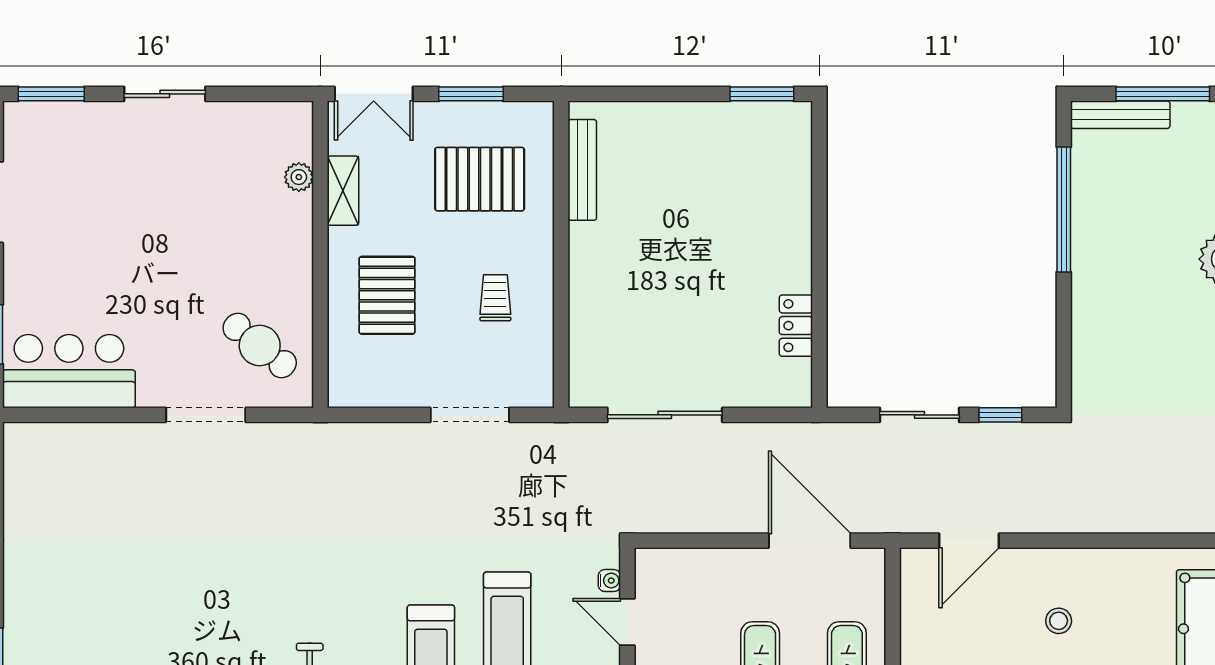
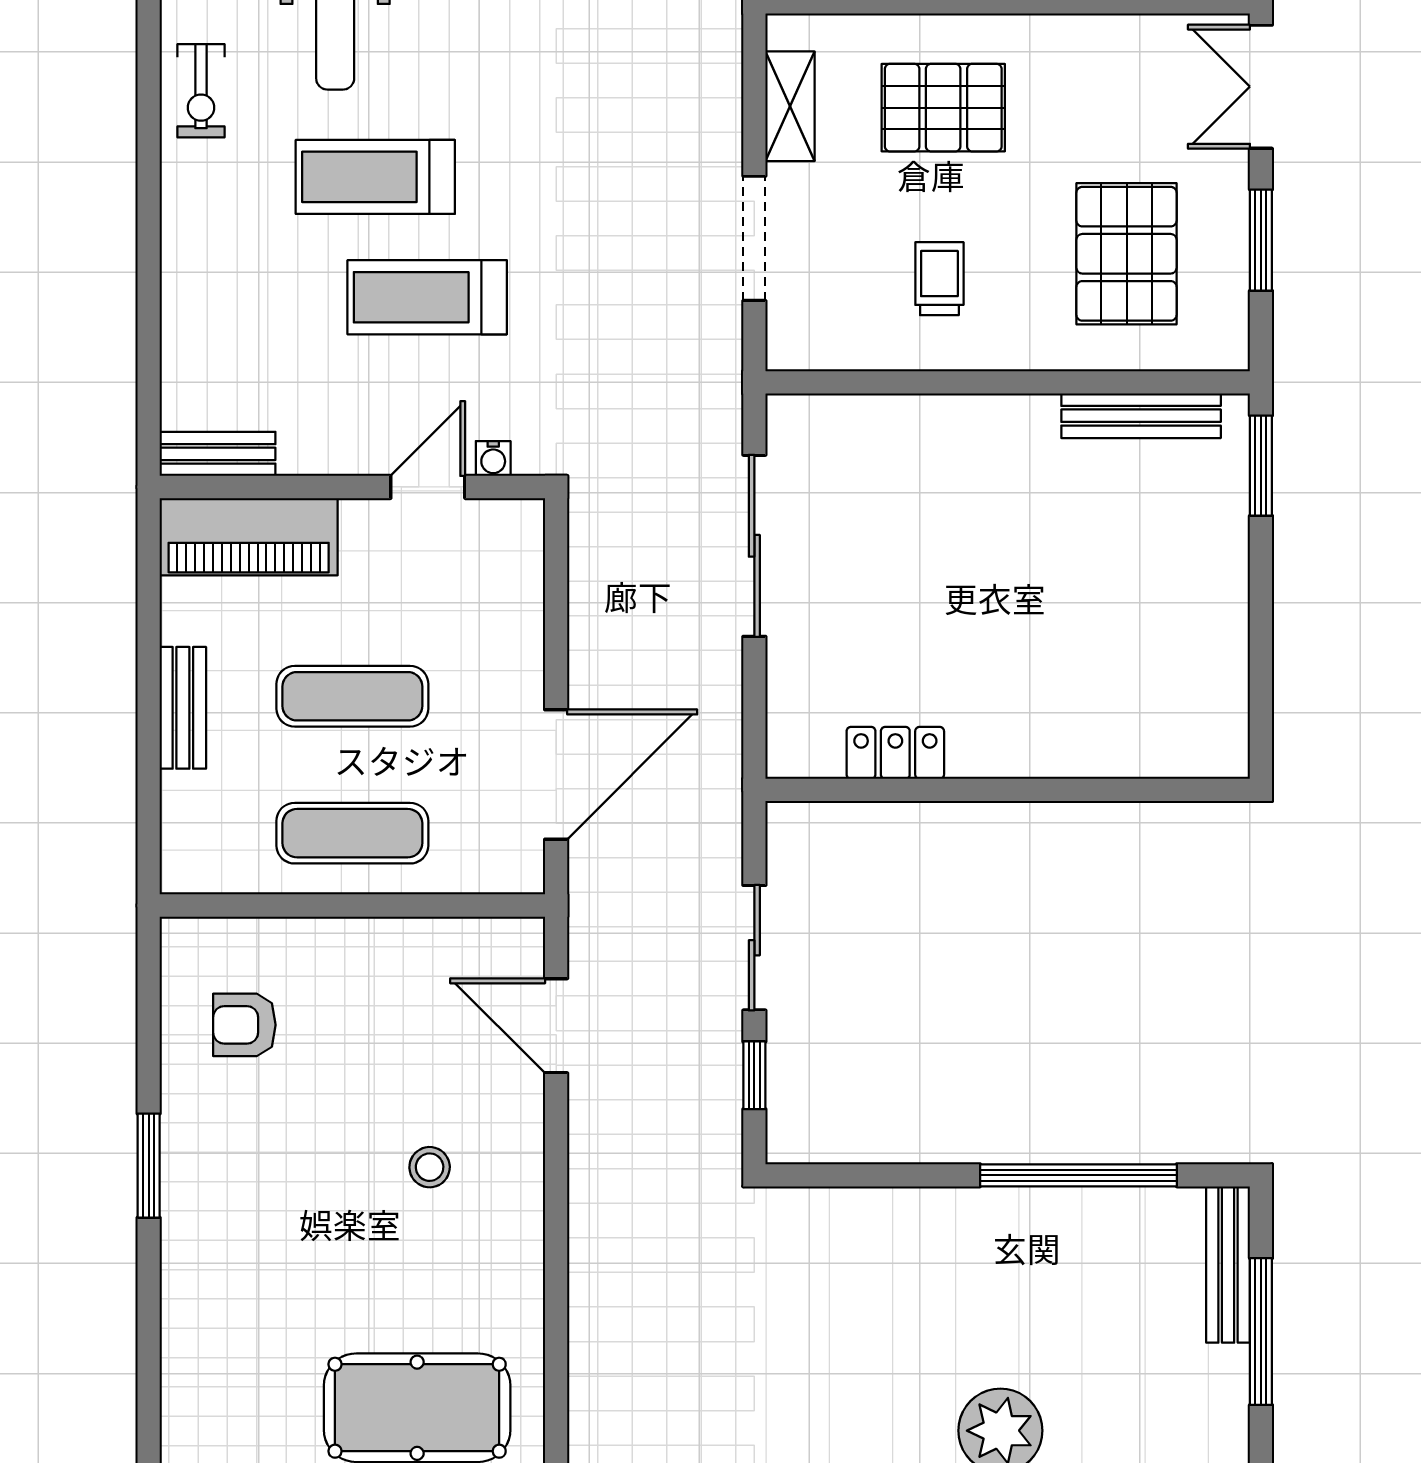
window: (762, 94) -> (1261, 466), moved
shelving: (343, 191) -> (790, 106), moved, turned 90
trolley: (495, 298) -> (939, 279), turned -90

